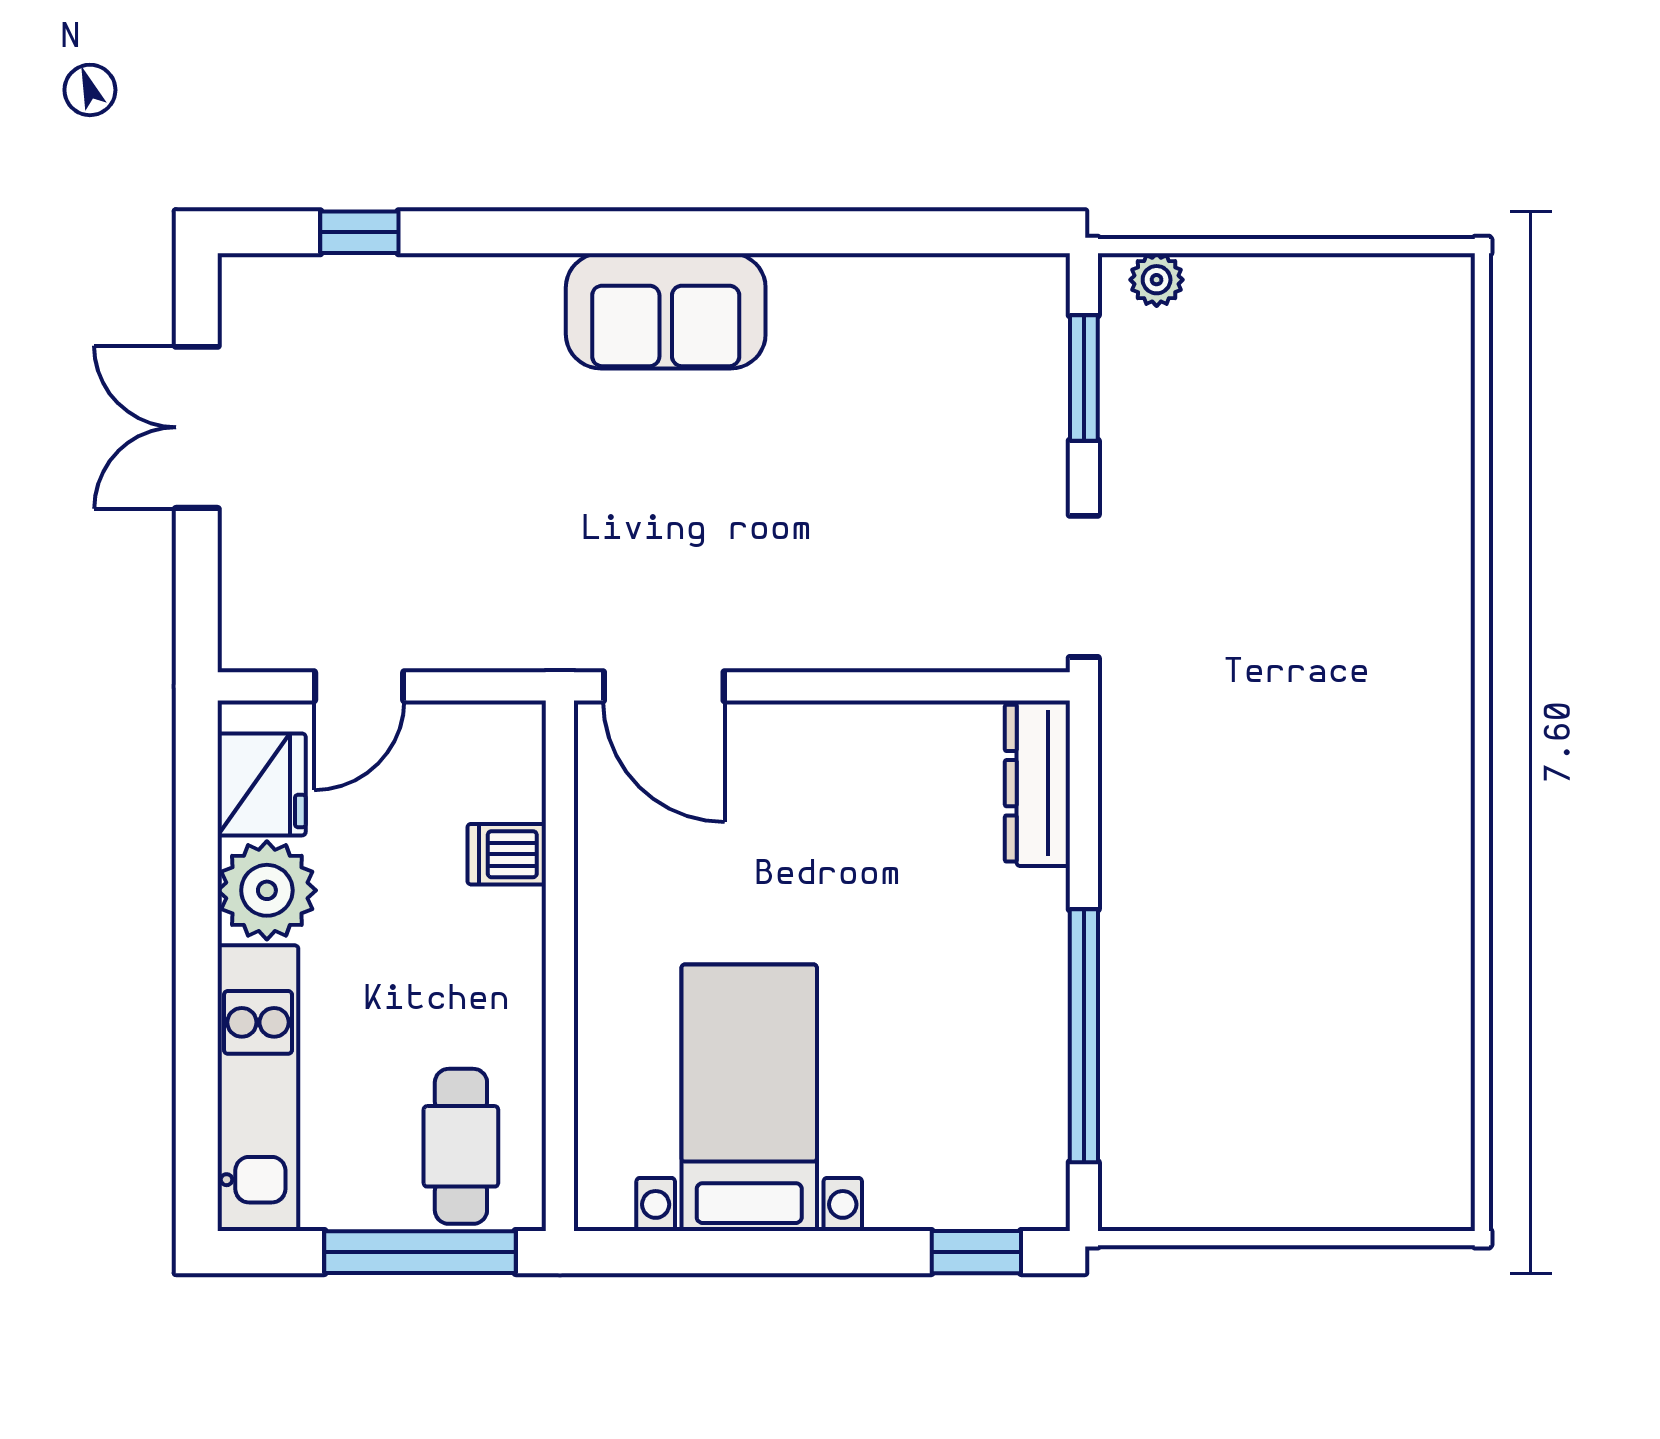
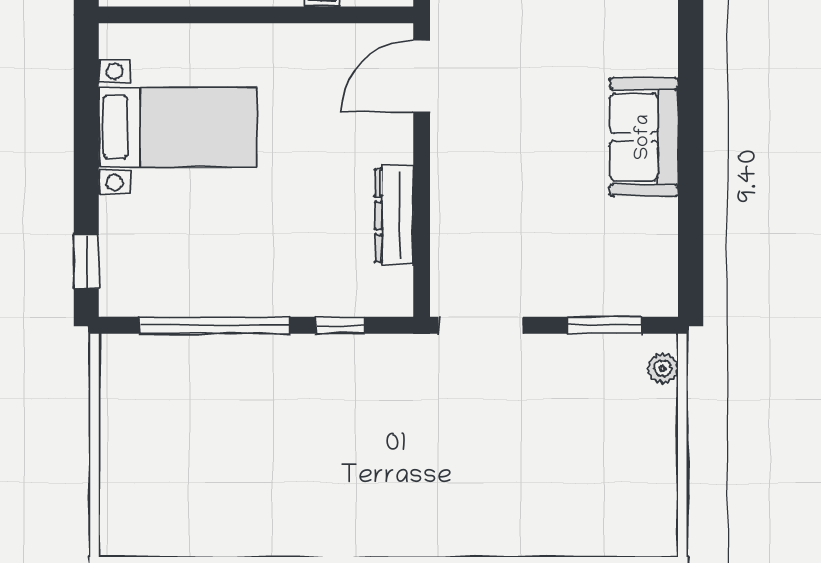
sofa: (666, 311) -> (644, 137), moved
dresser: (1037, 783) -> (394, 215), moved, turned -90
window: (1084, 823) -> (340, 325), added

